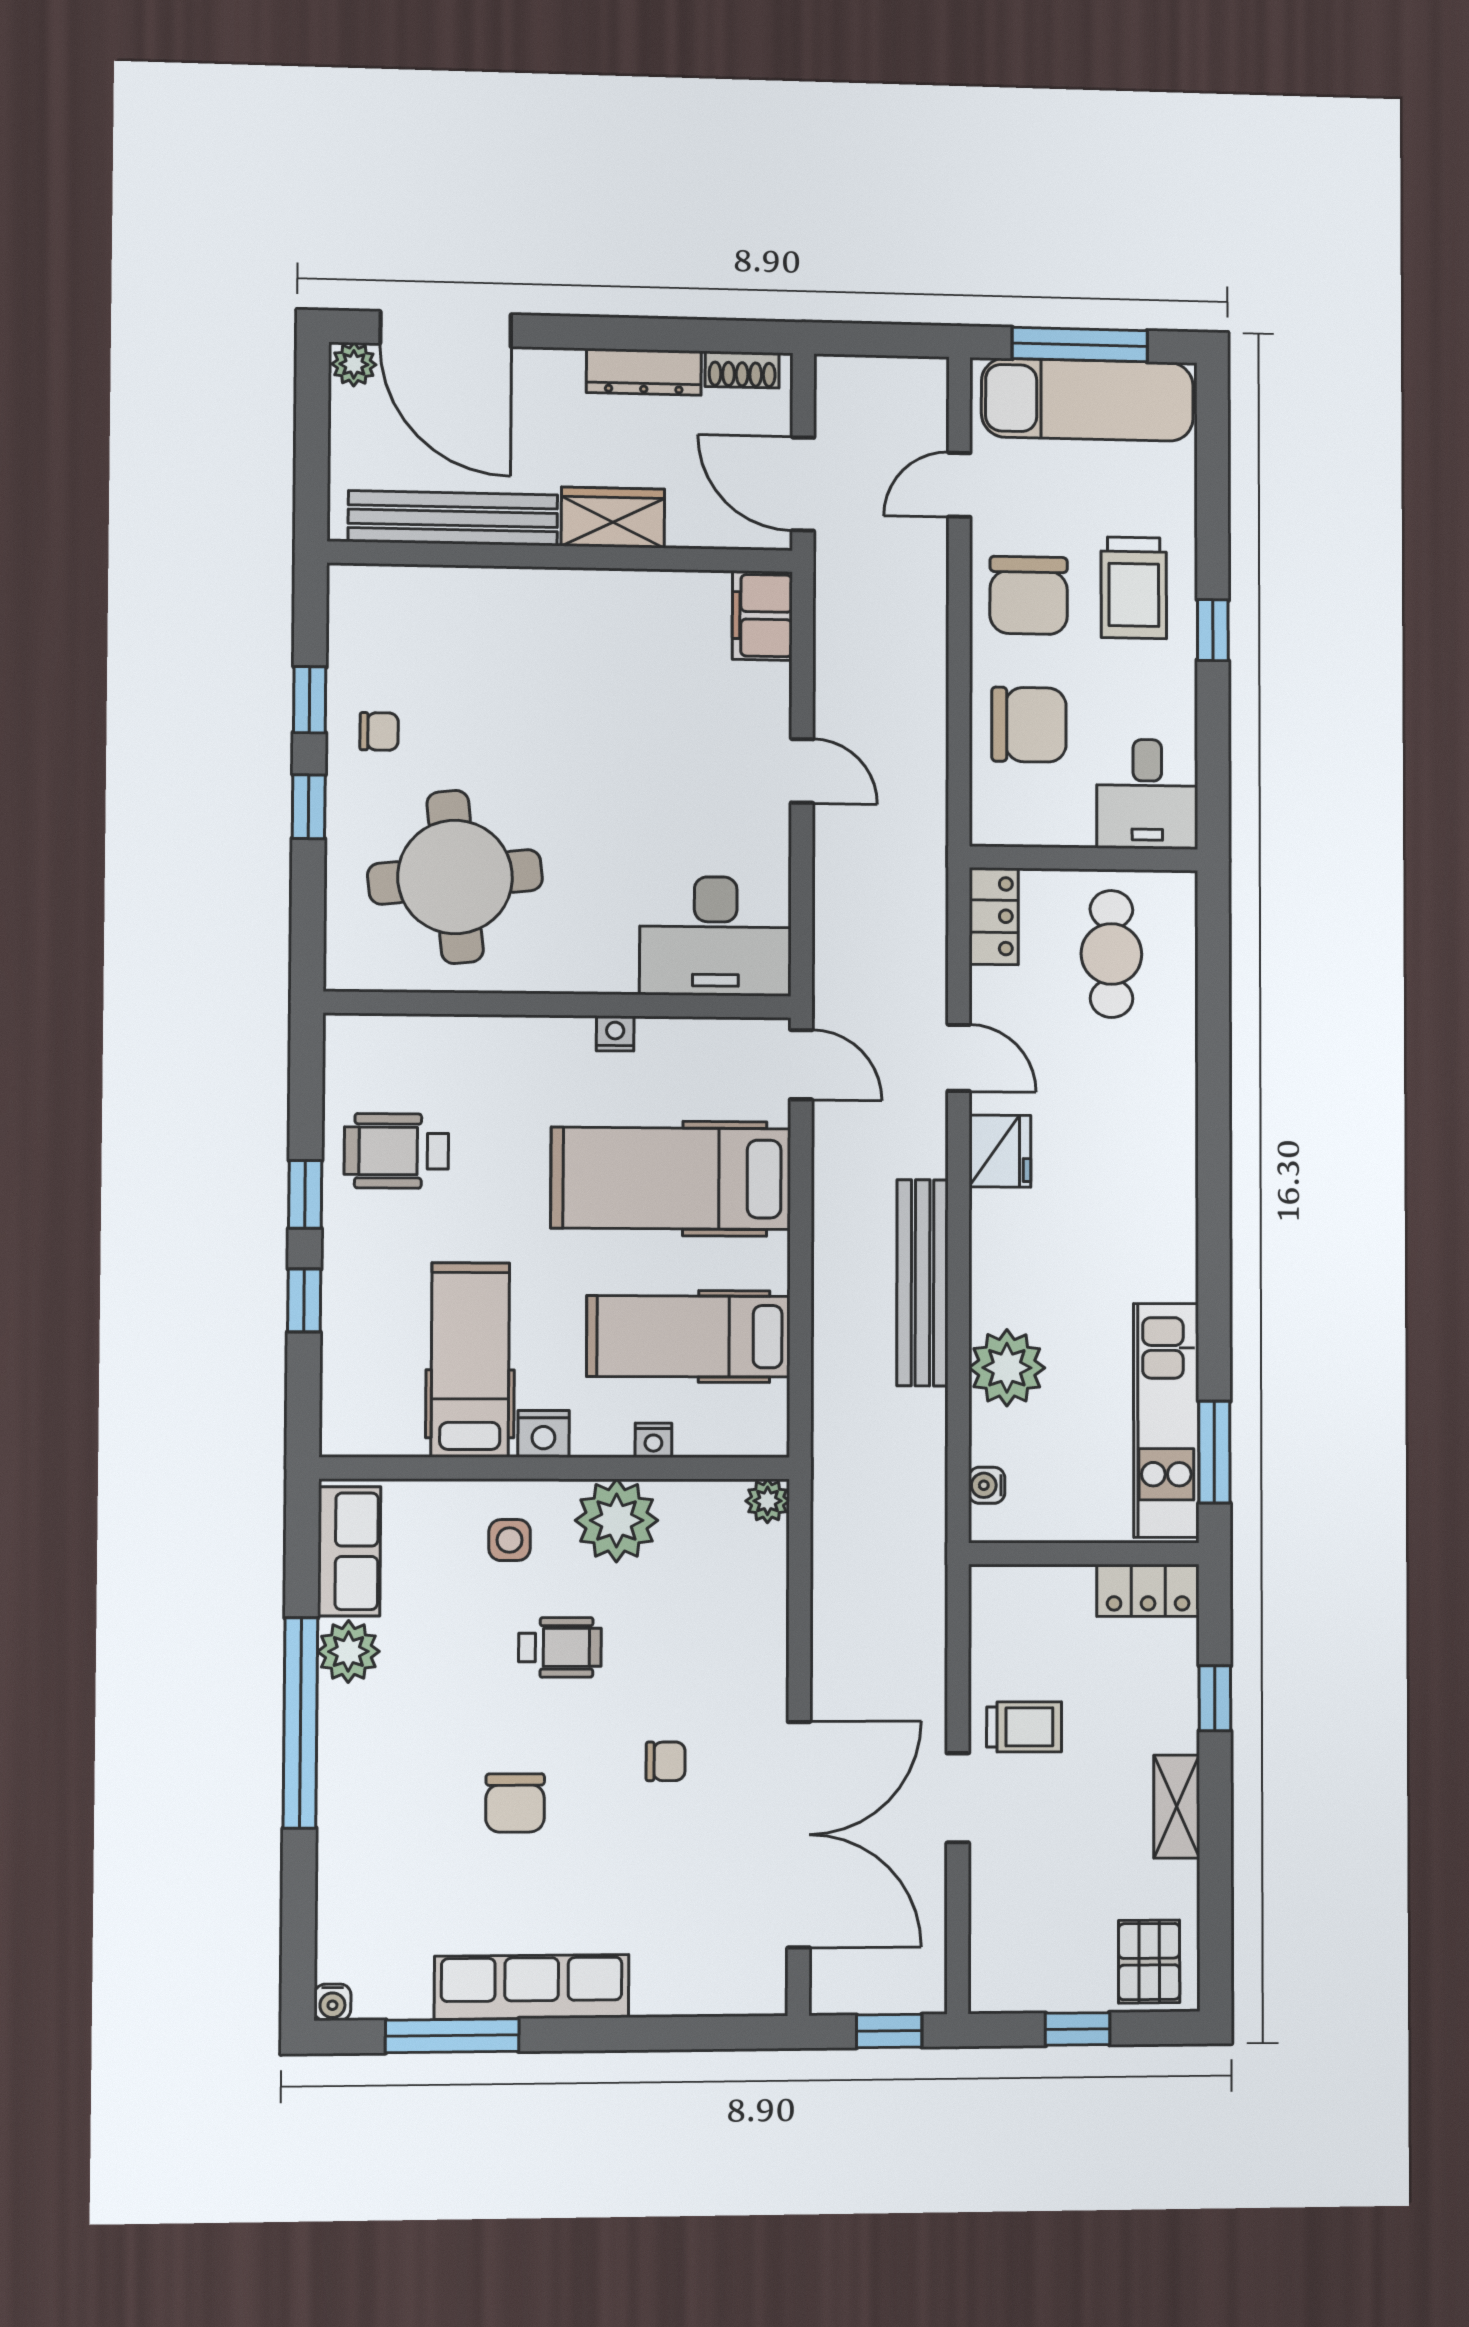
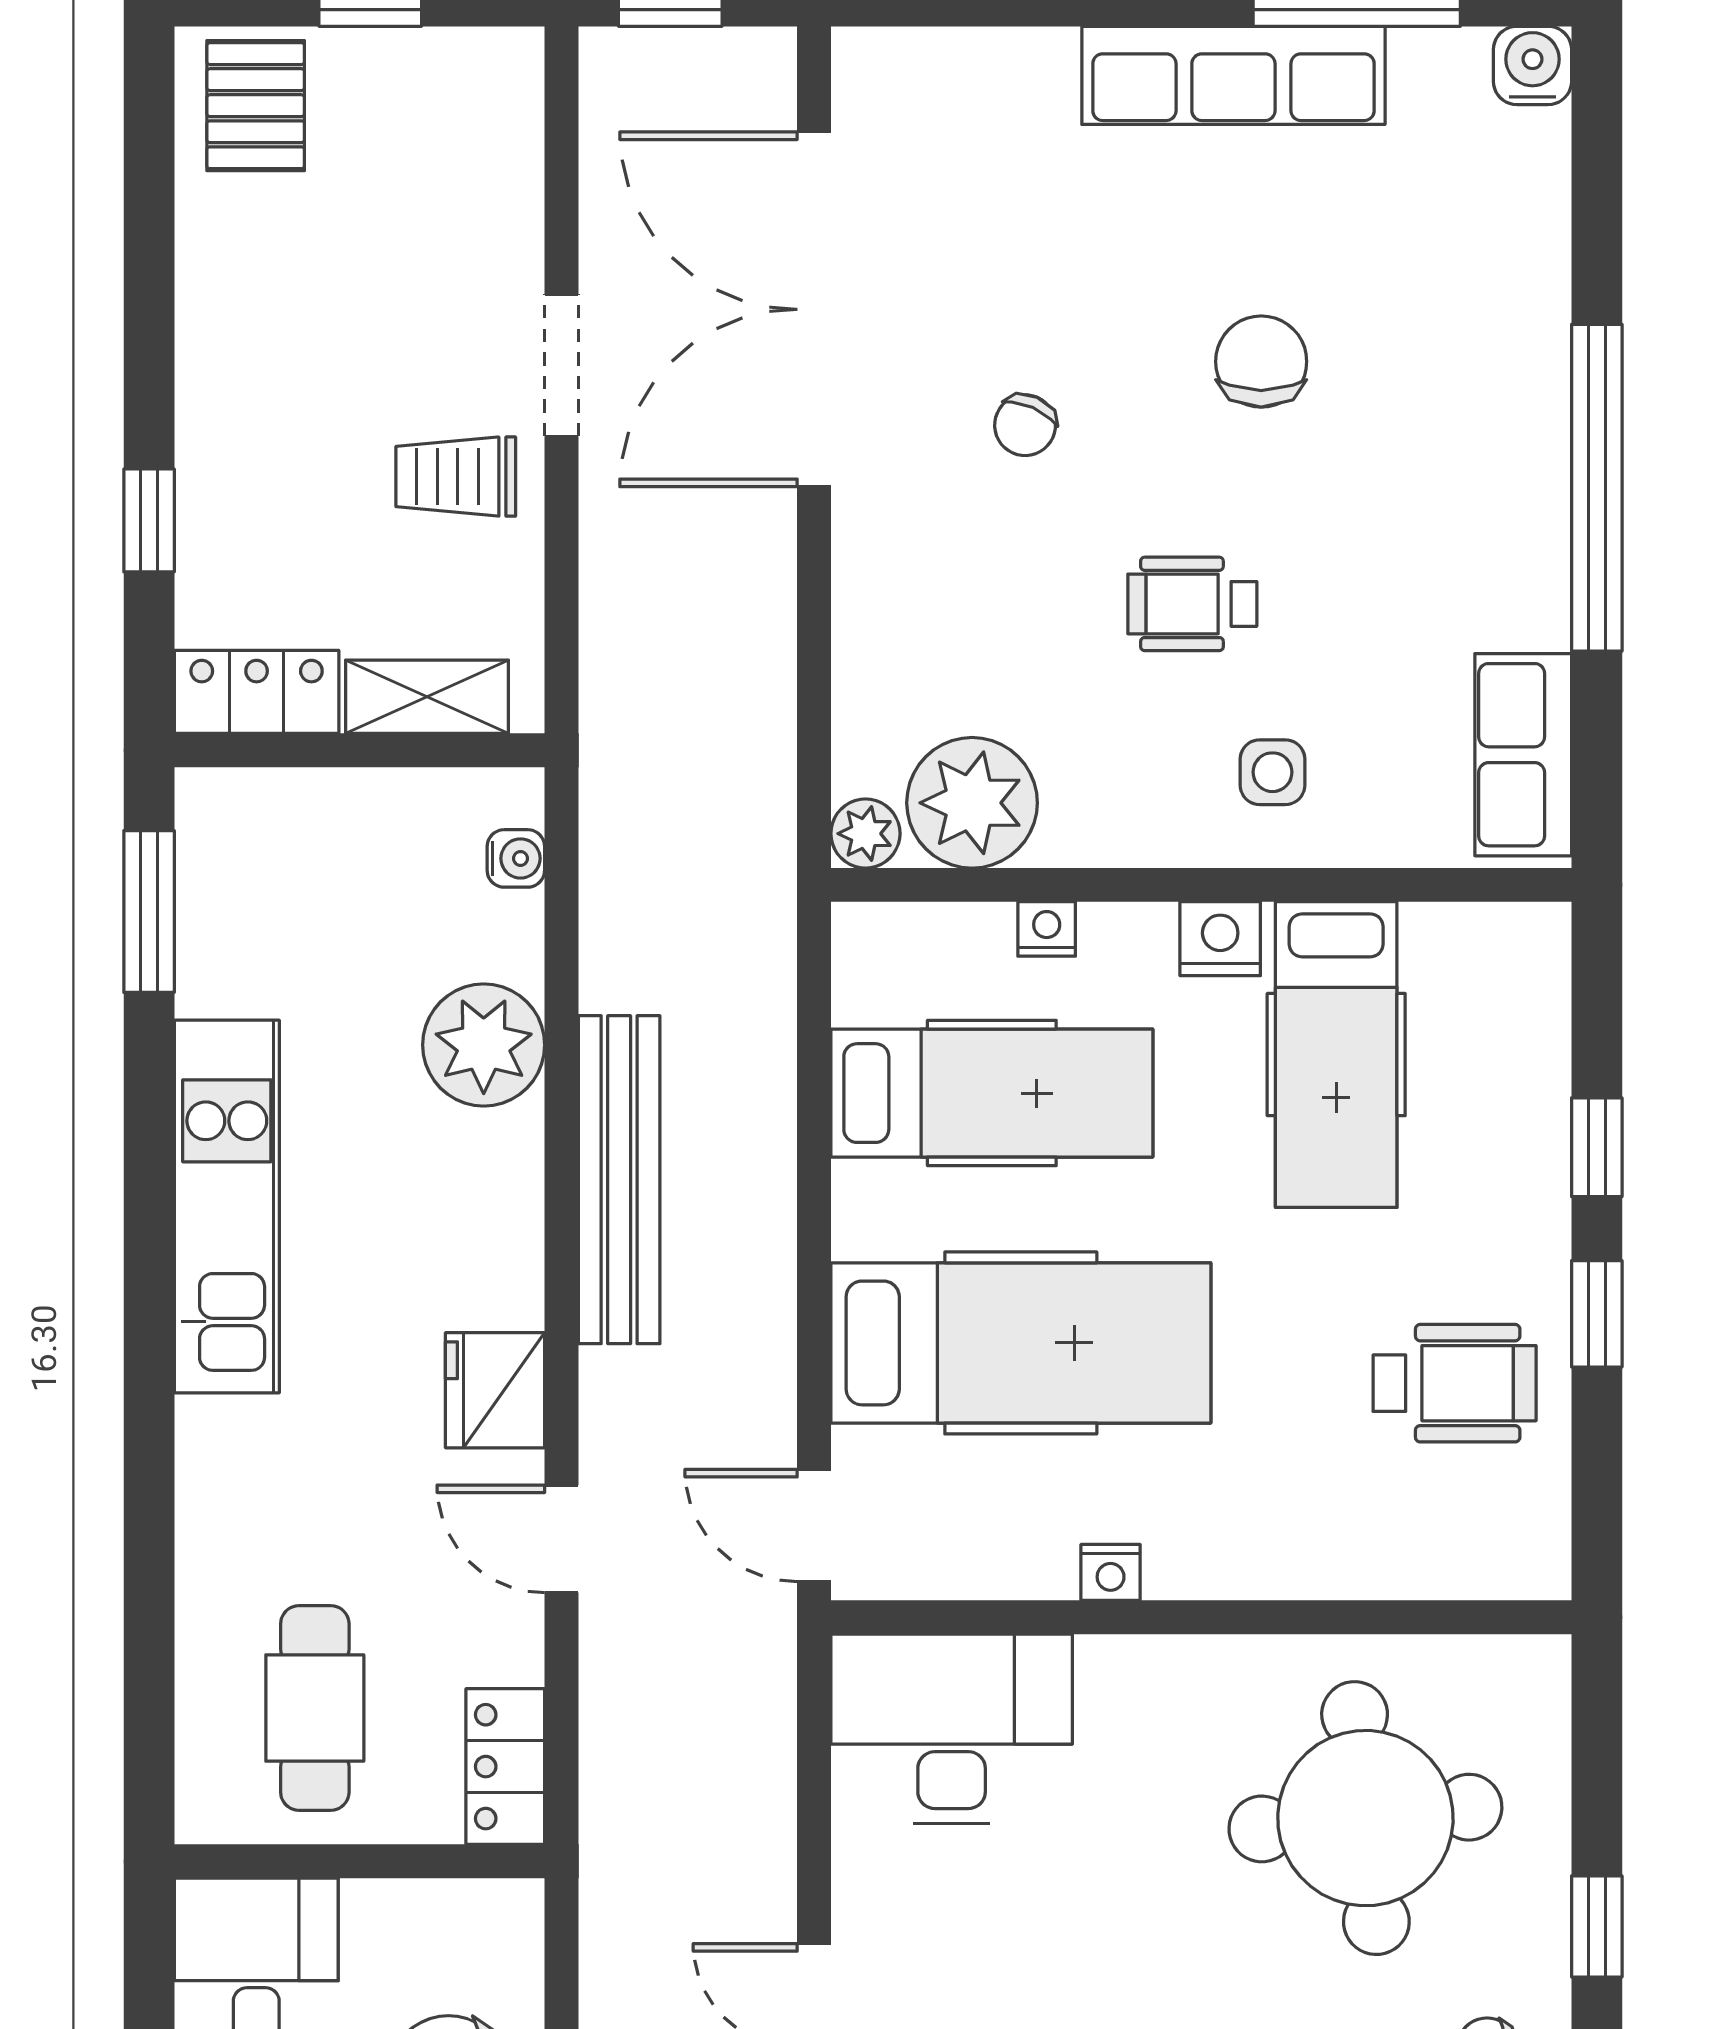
kitchen unit: (1166, 1420) -> (227, 1206), moved
plant: (617, 1520) -> (972, 803), moved
plant: (348, 1652) -> (1523, 598), removed
chair: (666, 1761) -> (1025, 425), turned -66
shelving: (1177, 1807) -> (427, 697), moved, turned 90
water cooler: (332, 2002) -> (1532, 65), width x1.38, depth x1.38

